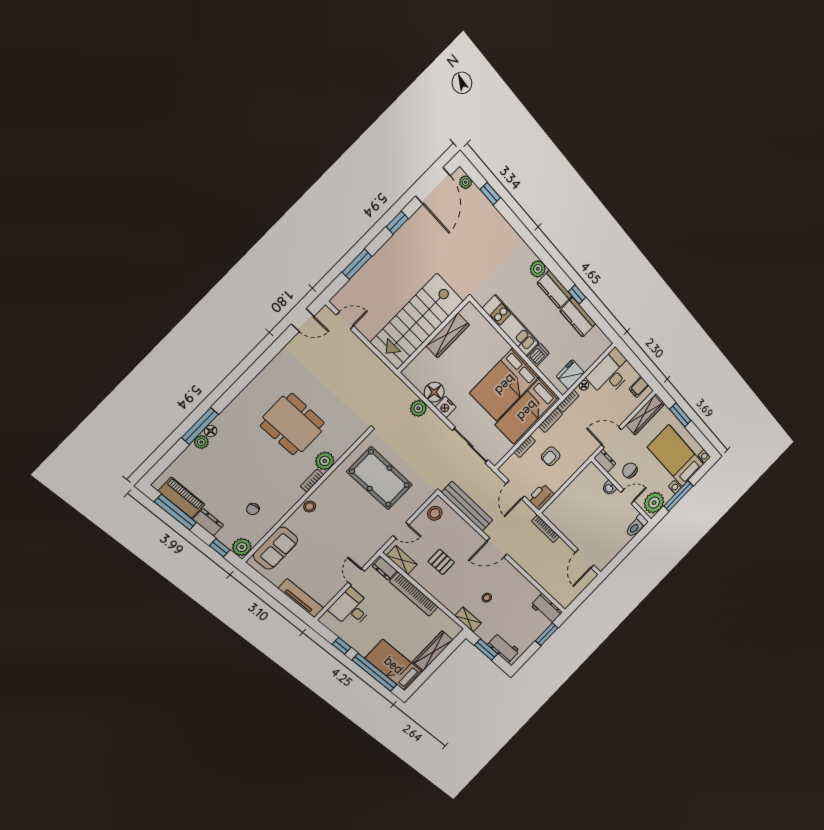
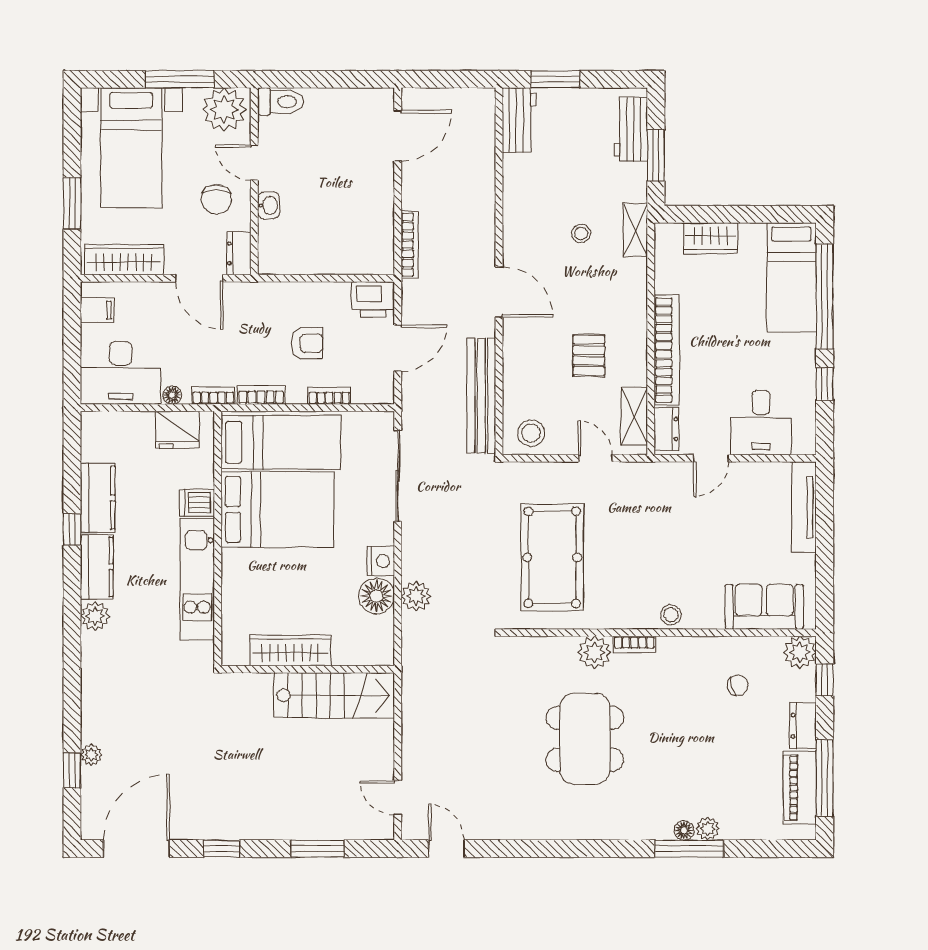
plant: (466, 182) -> (91, 755), moved
stairs: (417, 322) -> (334, 695), width x0.73, depth x0.66
wardrobe: (433, 651) -> (711, 238), width x0.67

